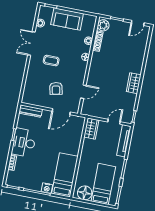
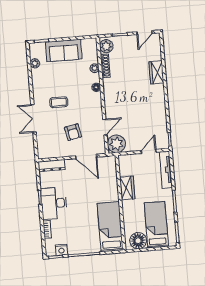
double door: (31, 44) -> (33, 118), moved
wardrobe: (134, 83) -> (156, 72), moved
plant: (89, 108) -> (116, 144), added
door: (61, 112) -> (86, 156), hinge flipped
wardrobe: (91, 129) -> (127, 188), moved
nightstand: (47, 188) -> (61, 250), moved

